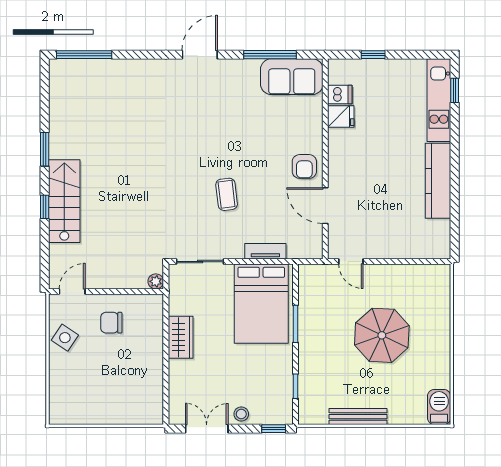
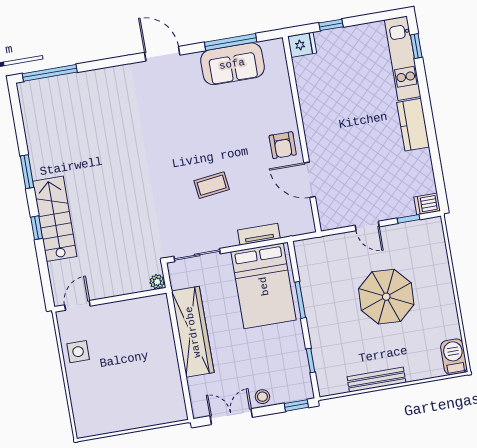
door: (200, 55) -> (162, 54), hinge flipped
sofa: (292, 77) -> (232, 64), moved
dishwasher: (340, 95) -> (427, 204), moved, turned 180
fridge: (341, 116) -> (302, 45), moved
kitchen counter: (438, 181) -> (413, 125), width x0.67
coffee table: (227, 194) -> (212, 185), turned 90
door: (351, 262) -> (367, 226), moved
window: (417, 262) -> (409, 219), added
chair: (111, 323) -> (121, 329), removed
wardrobe: (181, 337) -> (193, 332), width x2.10, depth x1.17
side table: (65, 338) -> (78, 352), turned -34

